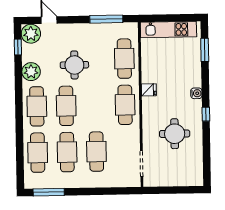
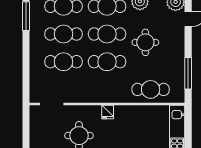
fridge: (149, 90) -> (108, 112), moved
cafe table: (125, 105) -> (107, 62), moved

